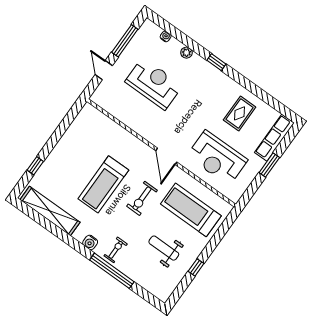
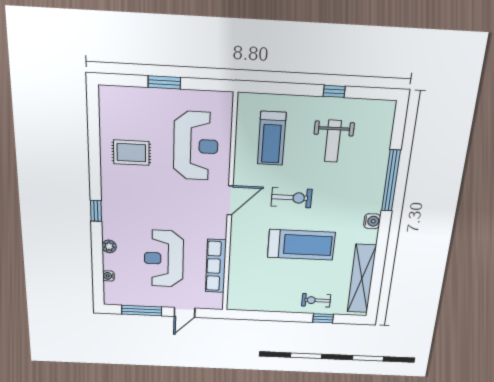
row of seats: (274, 138) -> (216, 266), moved, turned 90
treadmill: (191, 210) -> (272, 138), width x0.73, depth x0.73
exercise bike: (116, 250) -> (316, 300), moved

